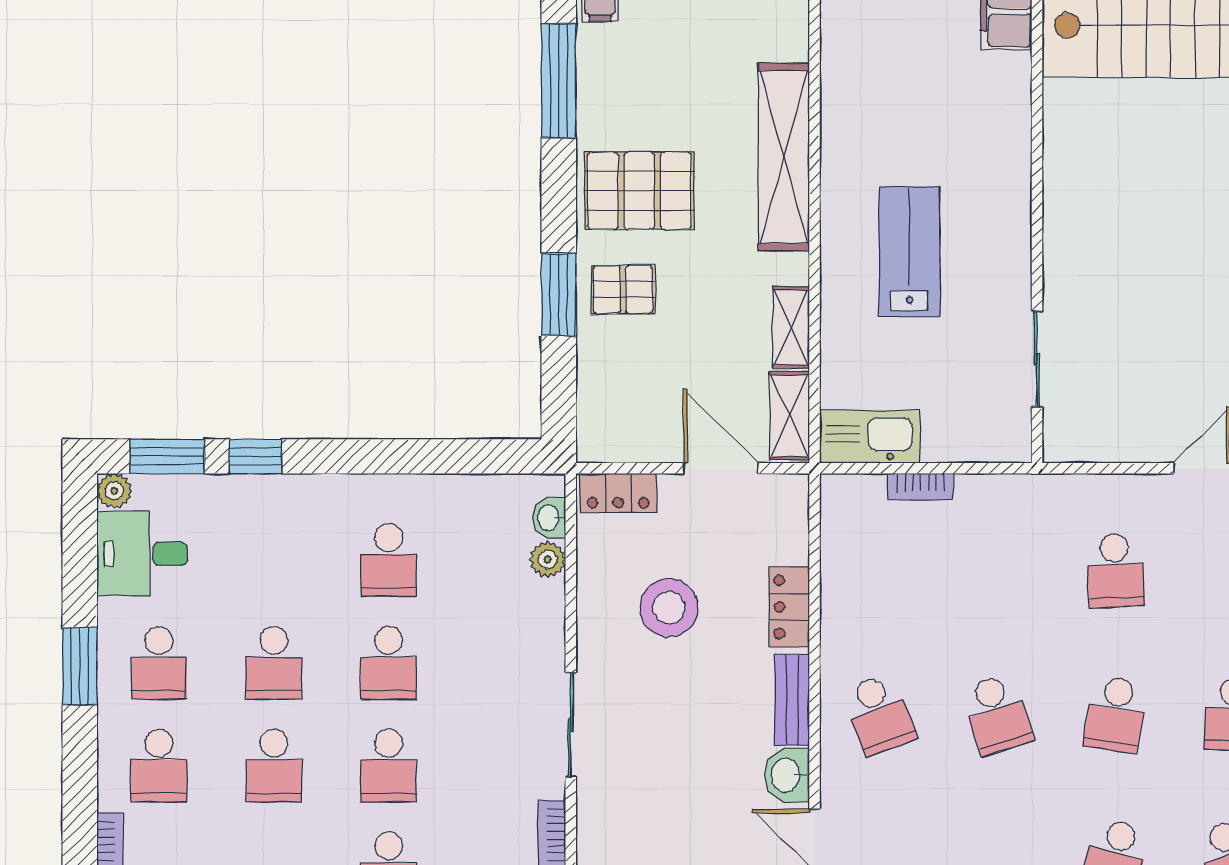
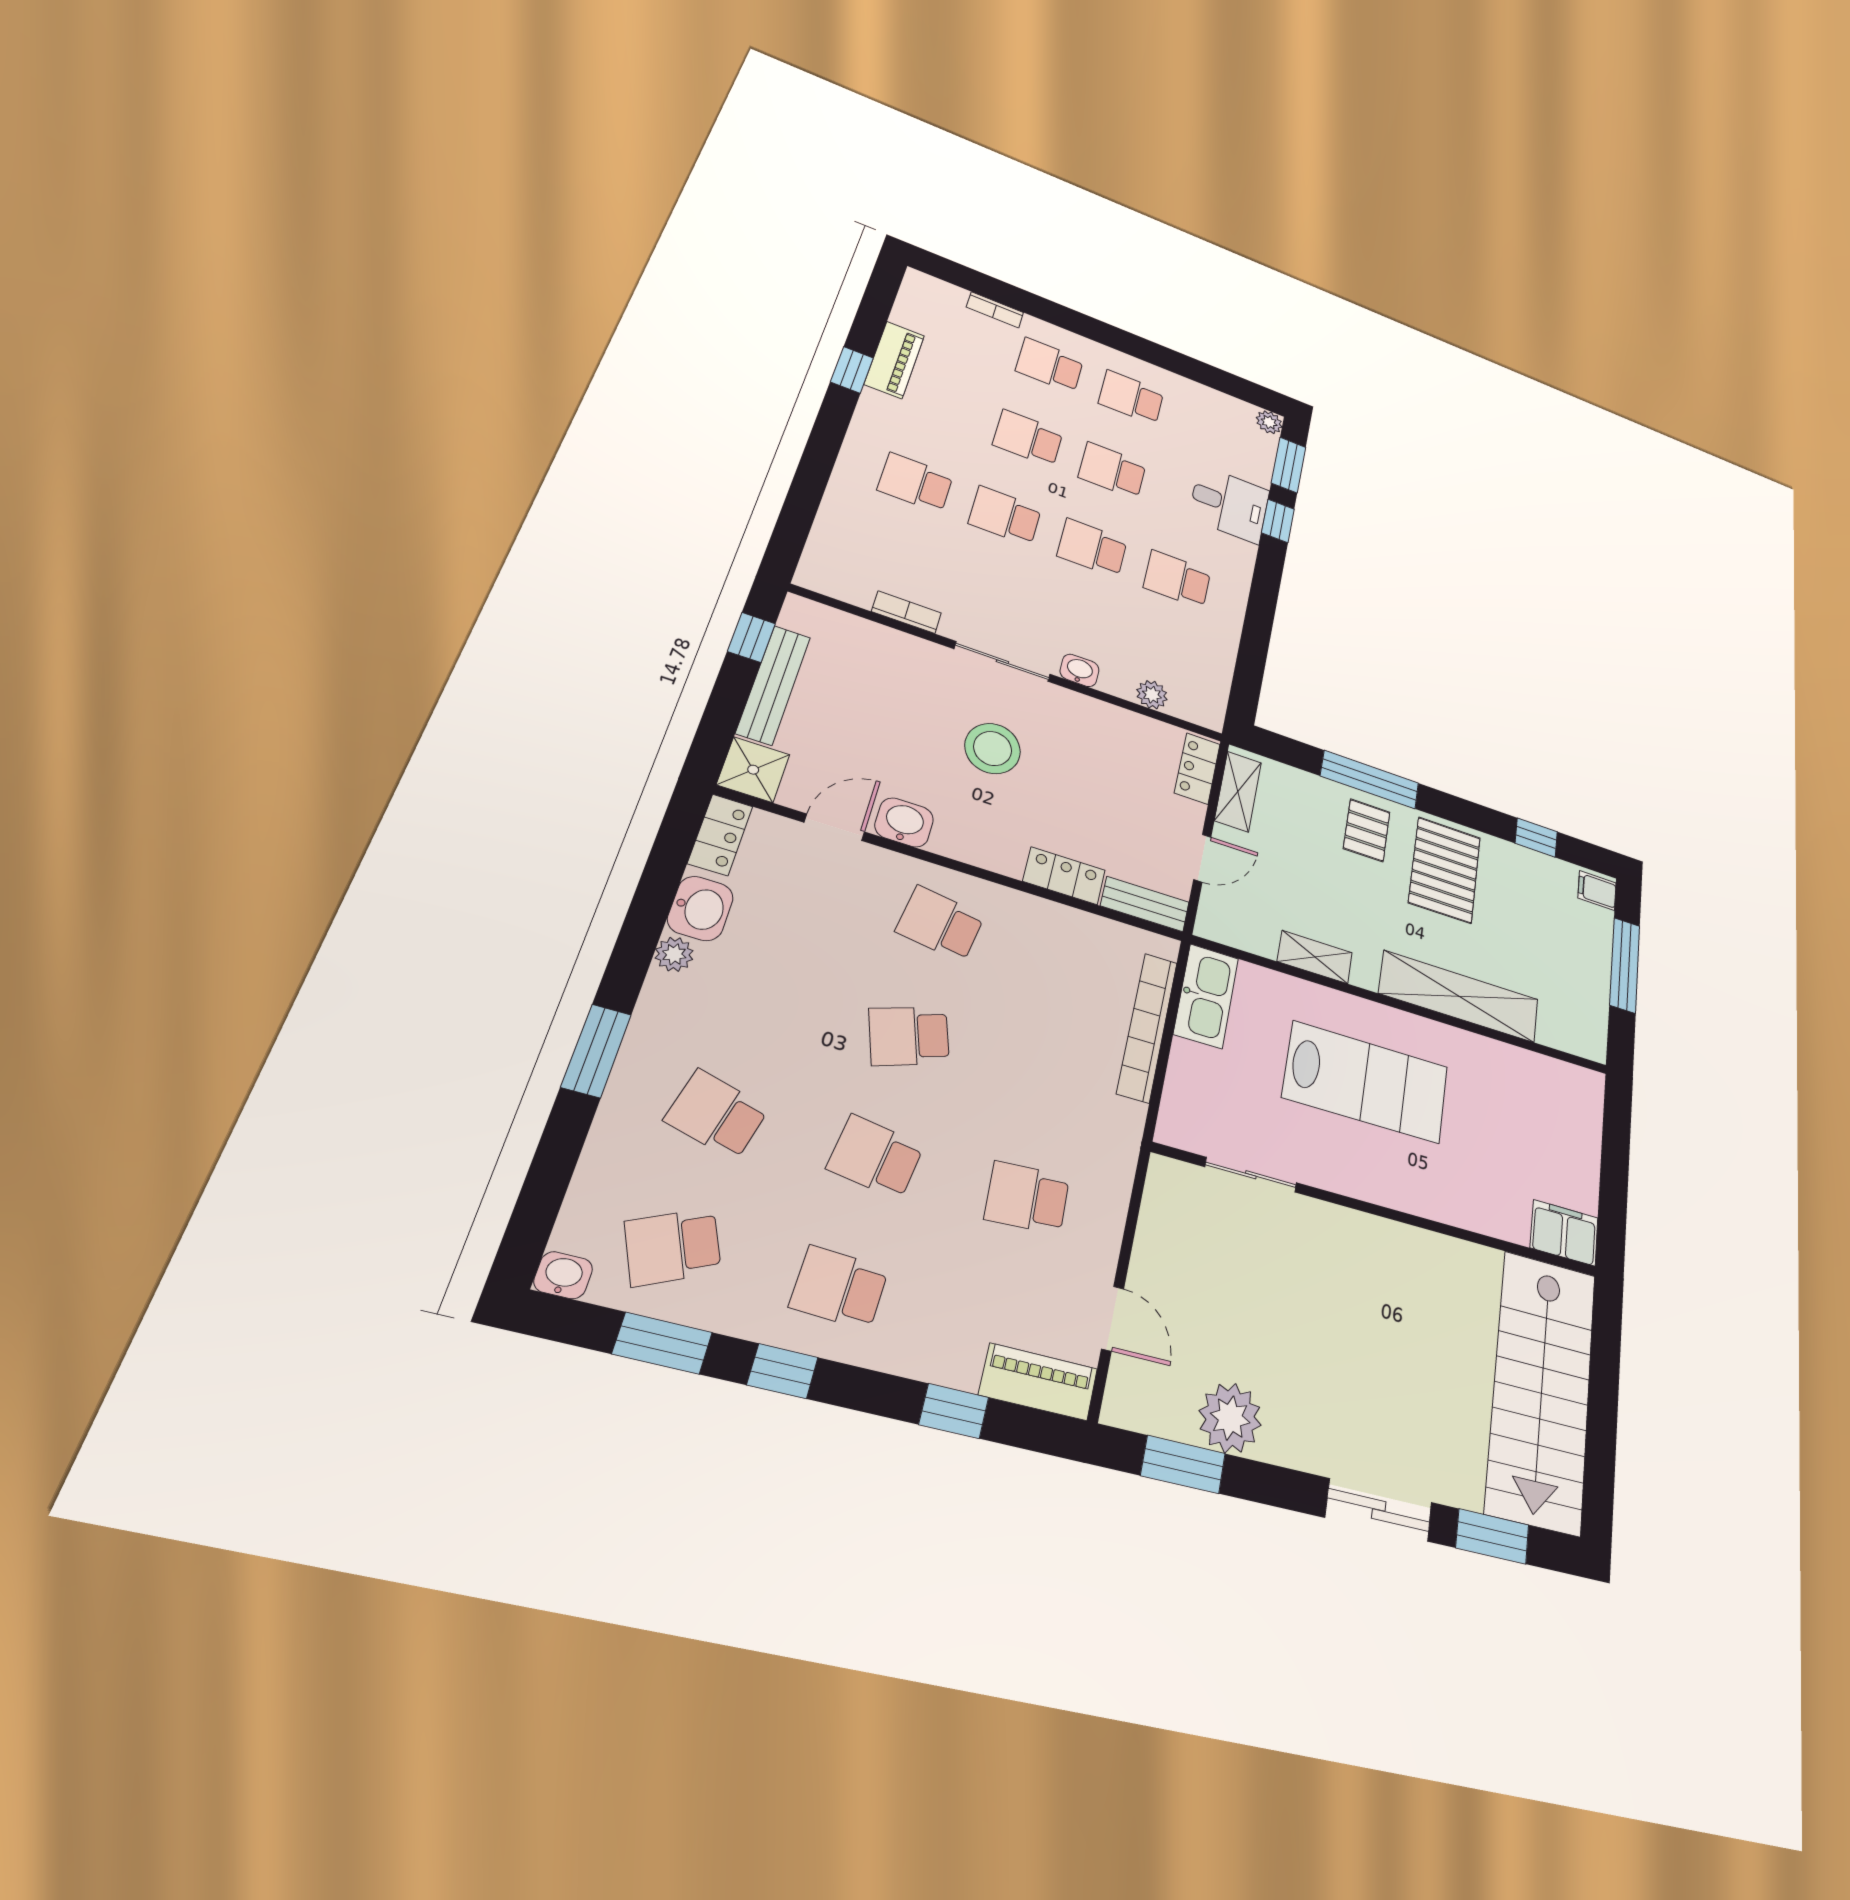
window: (559, 81) -> (1536, 838), width x0.46
lab bench: (910, 252) -> (1366, 1082), width x1.36, depth x1.39
window: (559, 294) -> (1370, 780), width x1.44
shelving: (789, 416) -> (1238, 791), moved, turned 90
door: (721, 468) -> (1202, 858), width x0.73
bookcase: (920, 487) -> (1147, 1027), width x2.31, depth x1.31
washbasin: (549, 518) -> (1080, 670), moved
desk: (142, 554) -> (1229, 504), moved, turned 90
stool: (669, 608) -> (993, 749), moved
window: (80, 666) -> (1141, 348), removed
bench: (792, 700) -> (1145, 904), moved
school desk: (879, 714) -> (940, 924), turned 30

